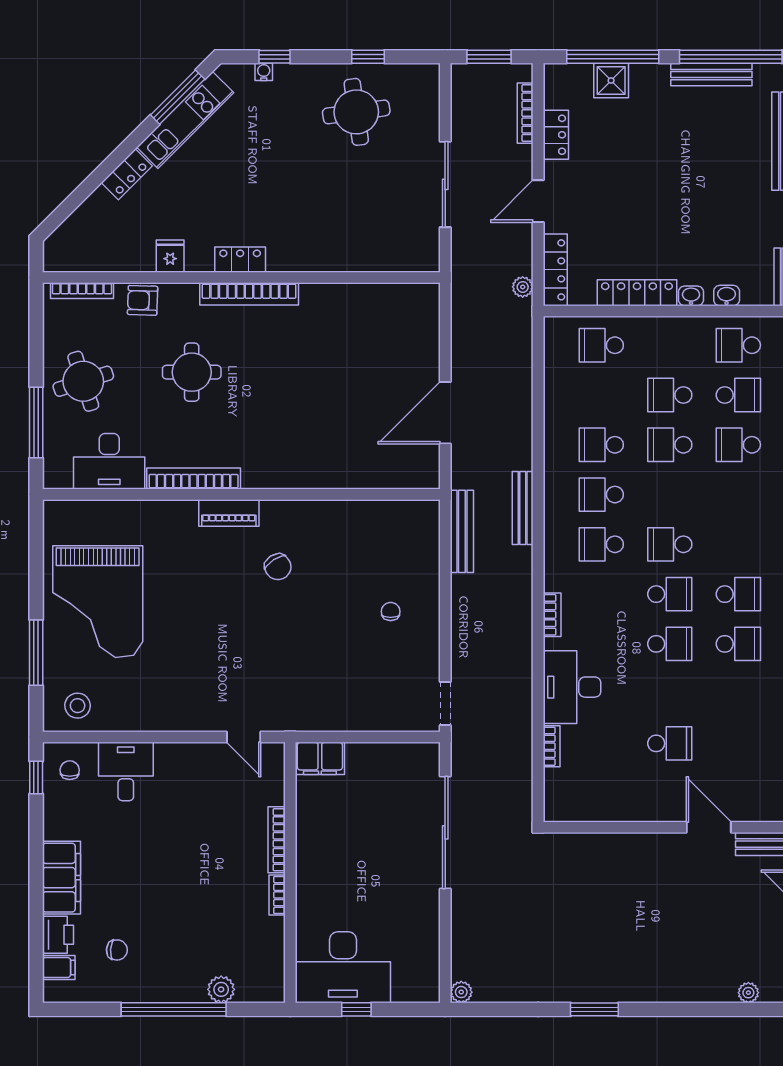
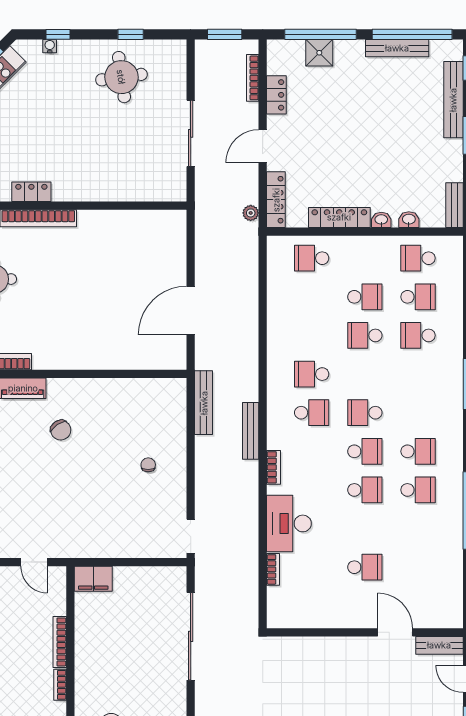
school desk: (670, 395) -> (365, 297), turned 180
school desk: (601, 445) -> (312, 335), removed
bench: (523, 508) -> (251, 431), moved
school desk: (601, 544) -> (312, 413), turned 180

